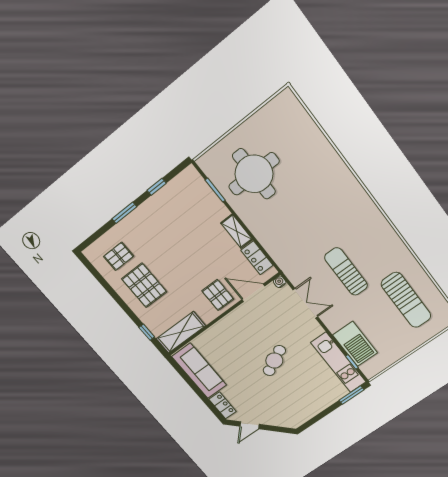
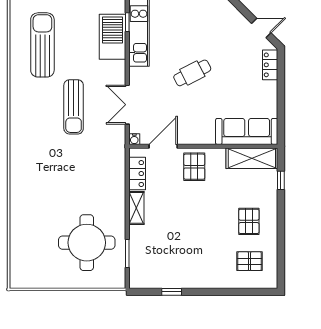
window: (124, 213) -> (215, 292), removed
pallet: (144, 285) -> (249, 221), width x0.67, depth x0.71
door: (253, 293) -> (163, 146), swing flipped
sofa: (199, 371) -> (247, 131), moved, turned 90

